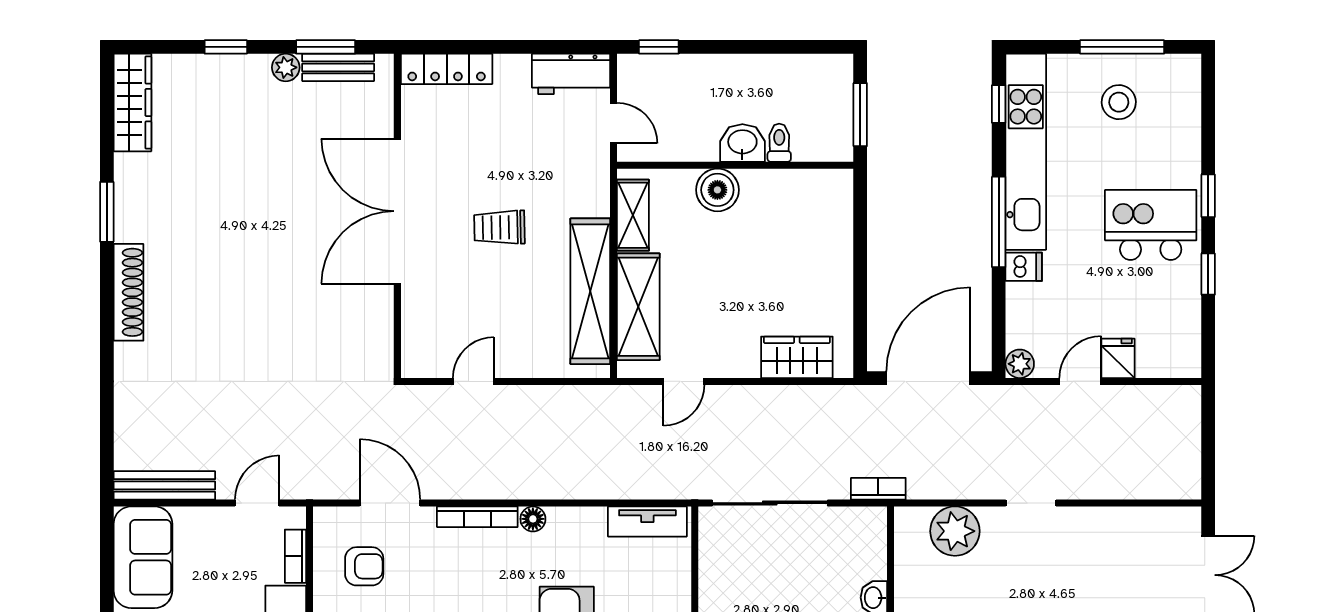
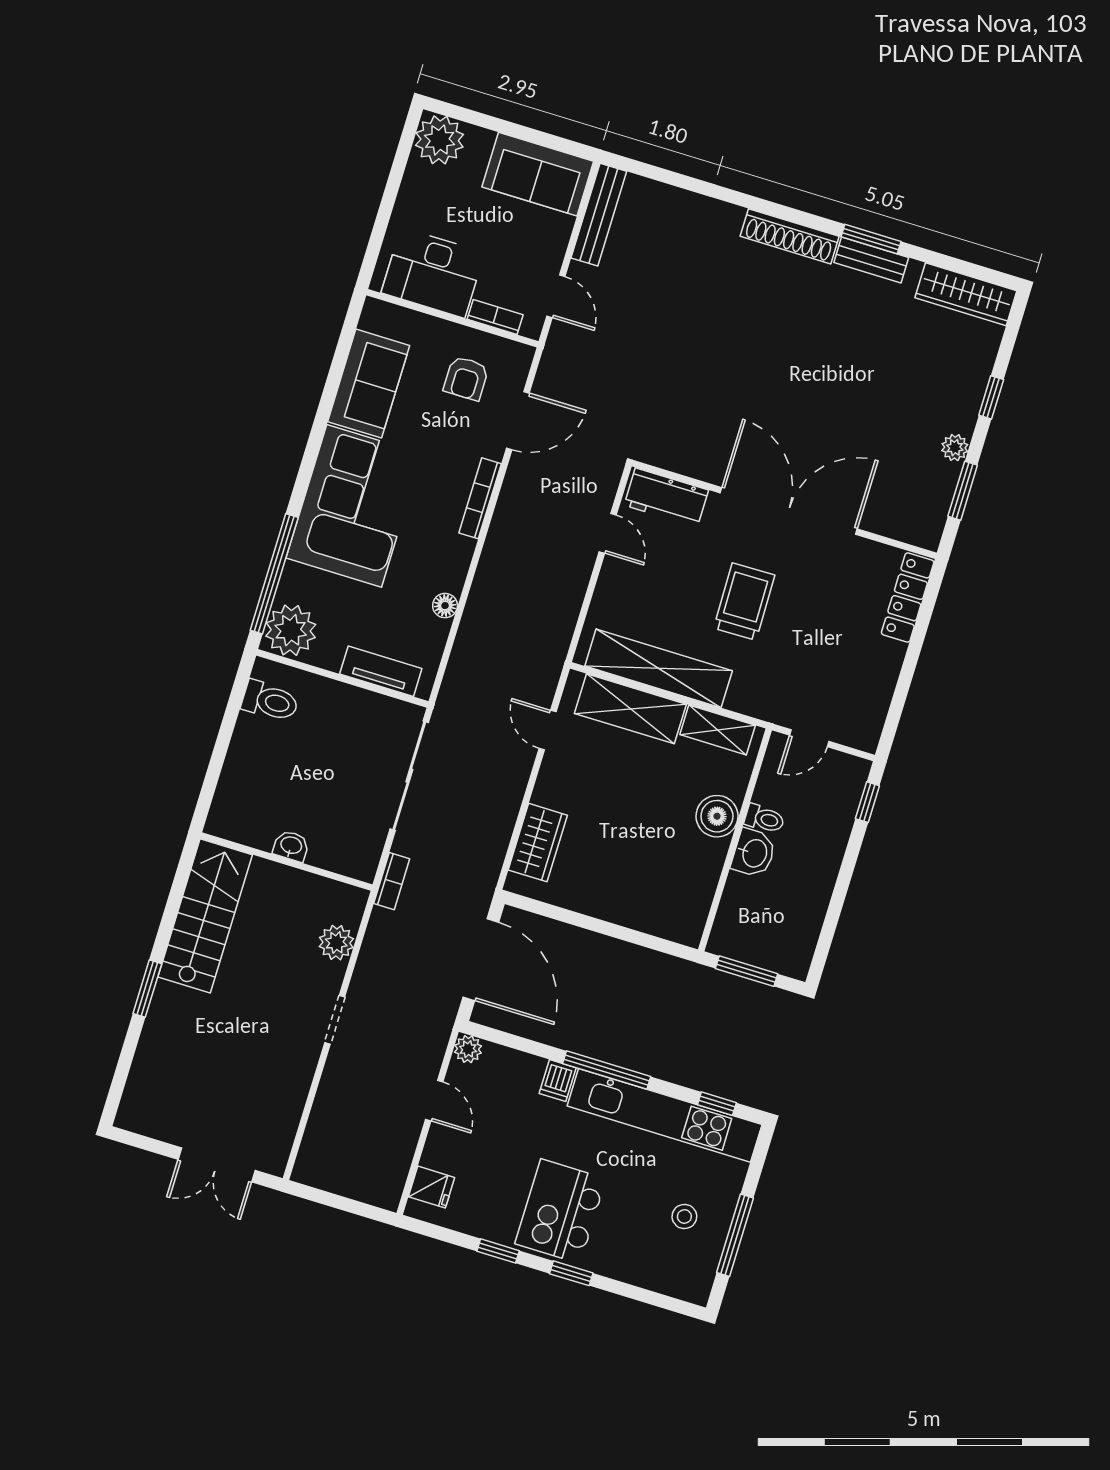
bench: (338, 67) -> (871, 260), moved, turned 90
workbench: (571, 74) -> (666, 498), moved, turned -90
stool: (1119, 102) -> (684, 1216), width x0.73, depth x0.73
toilet: (779, 143) -> (764, 819), moved
kitchen island: (1151, 225) -> (560, 1211), turned 180
trolley: (499, 227) -> (744, 602), width x1.36, depth x1.39
fridge: (1118, 358) -> (431, 1187), moved
floor lamp: (533, 519) -> (445, 606), moved
tv unit: (647, 521) -> (381, 671), moved, turned 90
plant: (955, 531) -> (336, 943), width x0.73, depth x0.73

